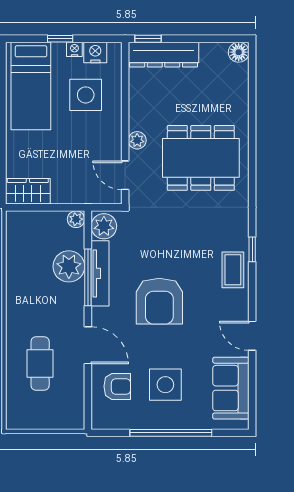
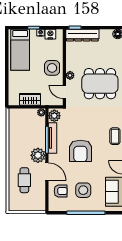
side table: (86, 95) -> (52, 68), moved
wardrobe: (28, 191) -> (30, 99), moved
plant: (69, 266) -> (38, 155), moved

